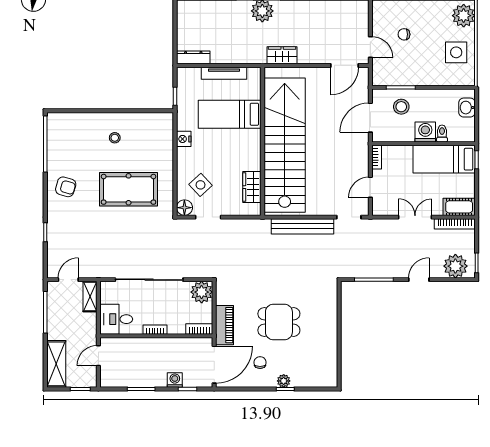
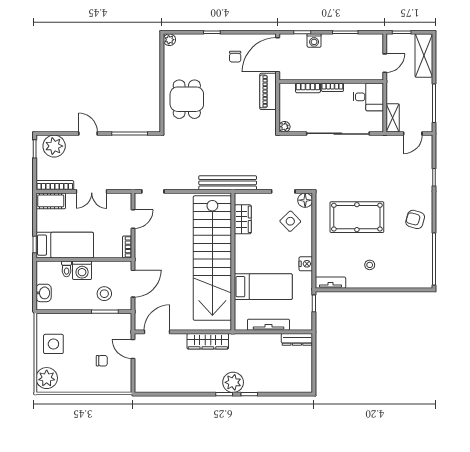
wardrobe: (282, 55) -> (208, 341), width x1.50
tv unit: (157, 119) -> (330, 283), added
bench: (302, 226) -> (228, 183), moved
door: (419, 280) -> (88, 134), swing flipped
plant: (202, 292) -> (285, 127), width x0.53, depth x0.53
dining table: (279, 322) -> (187, 99), moved, turned 90
bookcase: (199, 329) -> (308, 88), moved
plant: (284, 381) -> (169, 40), moved

